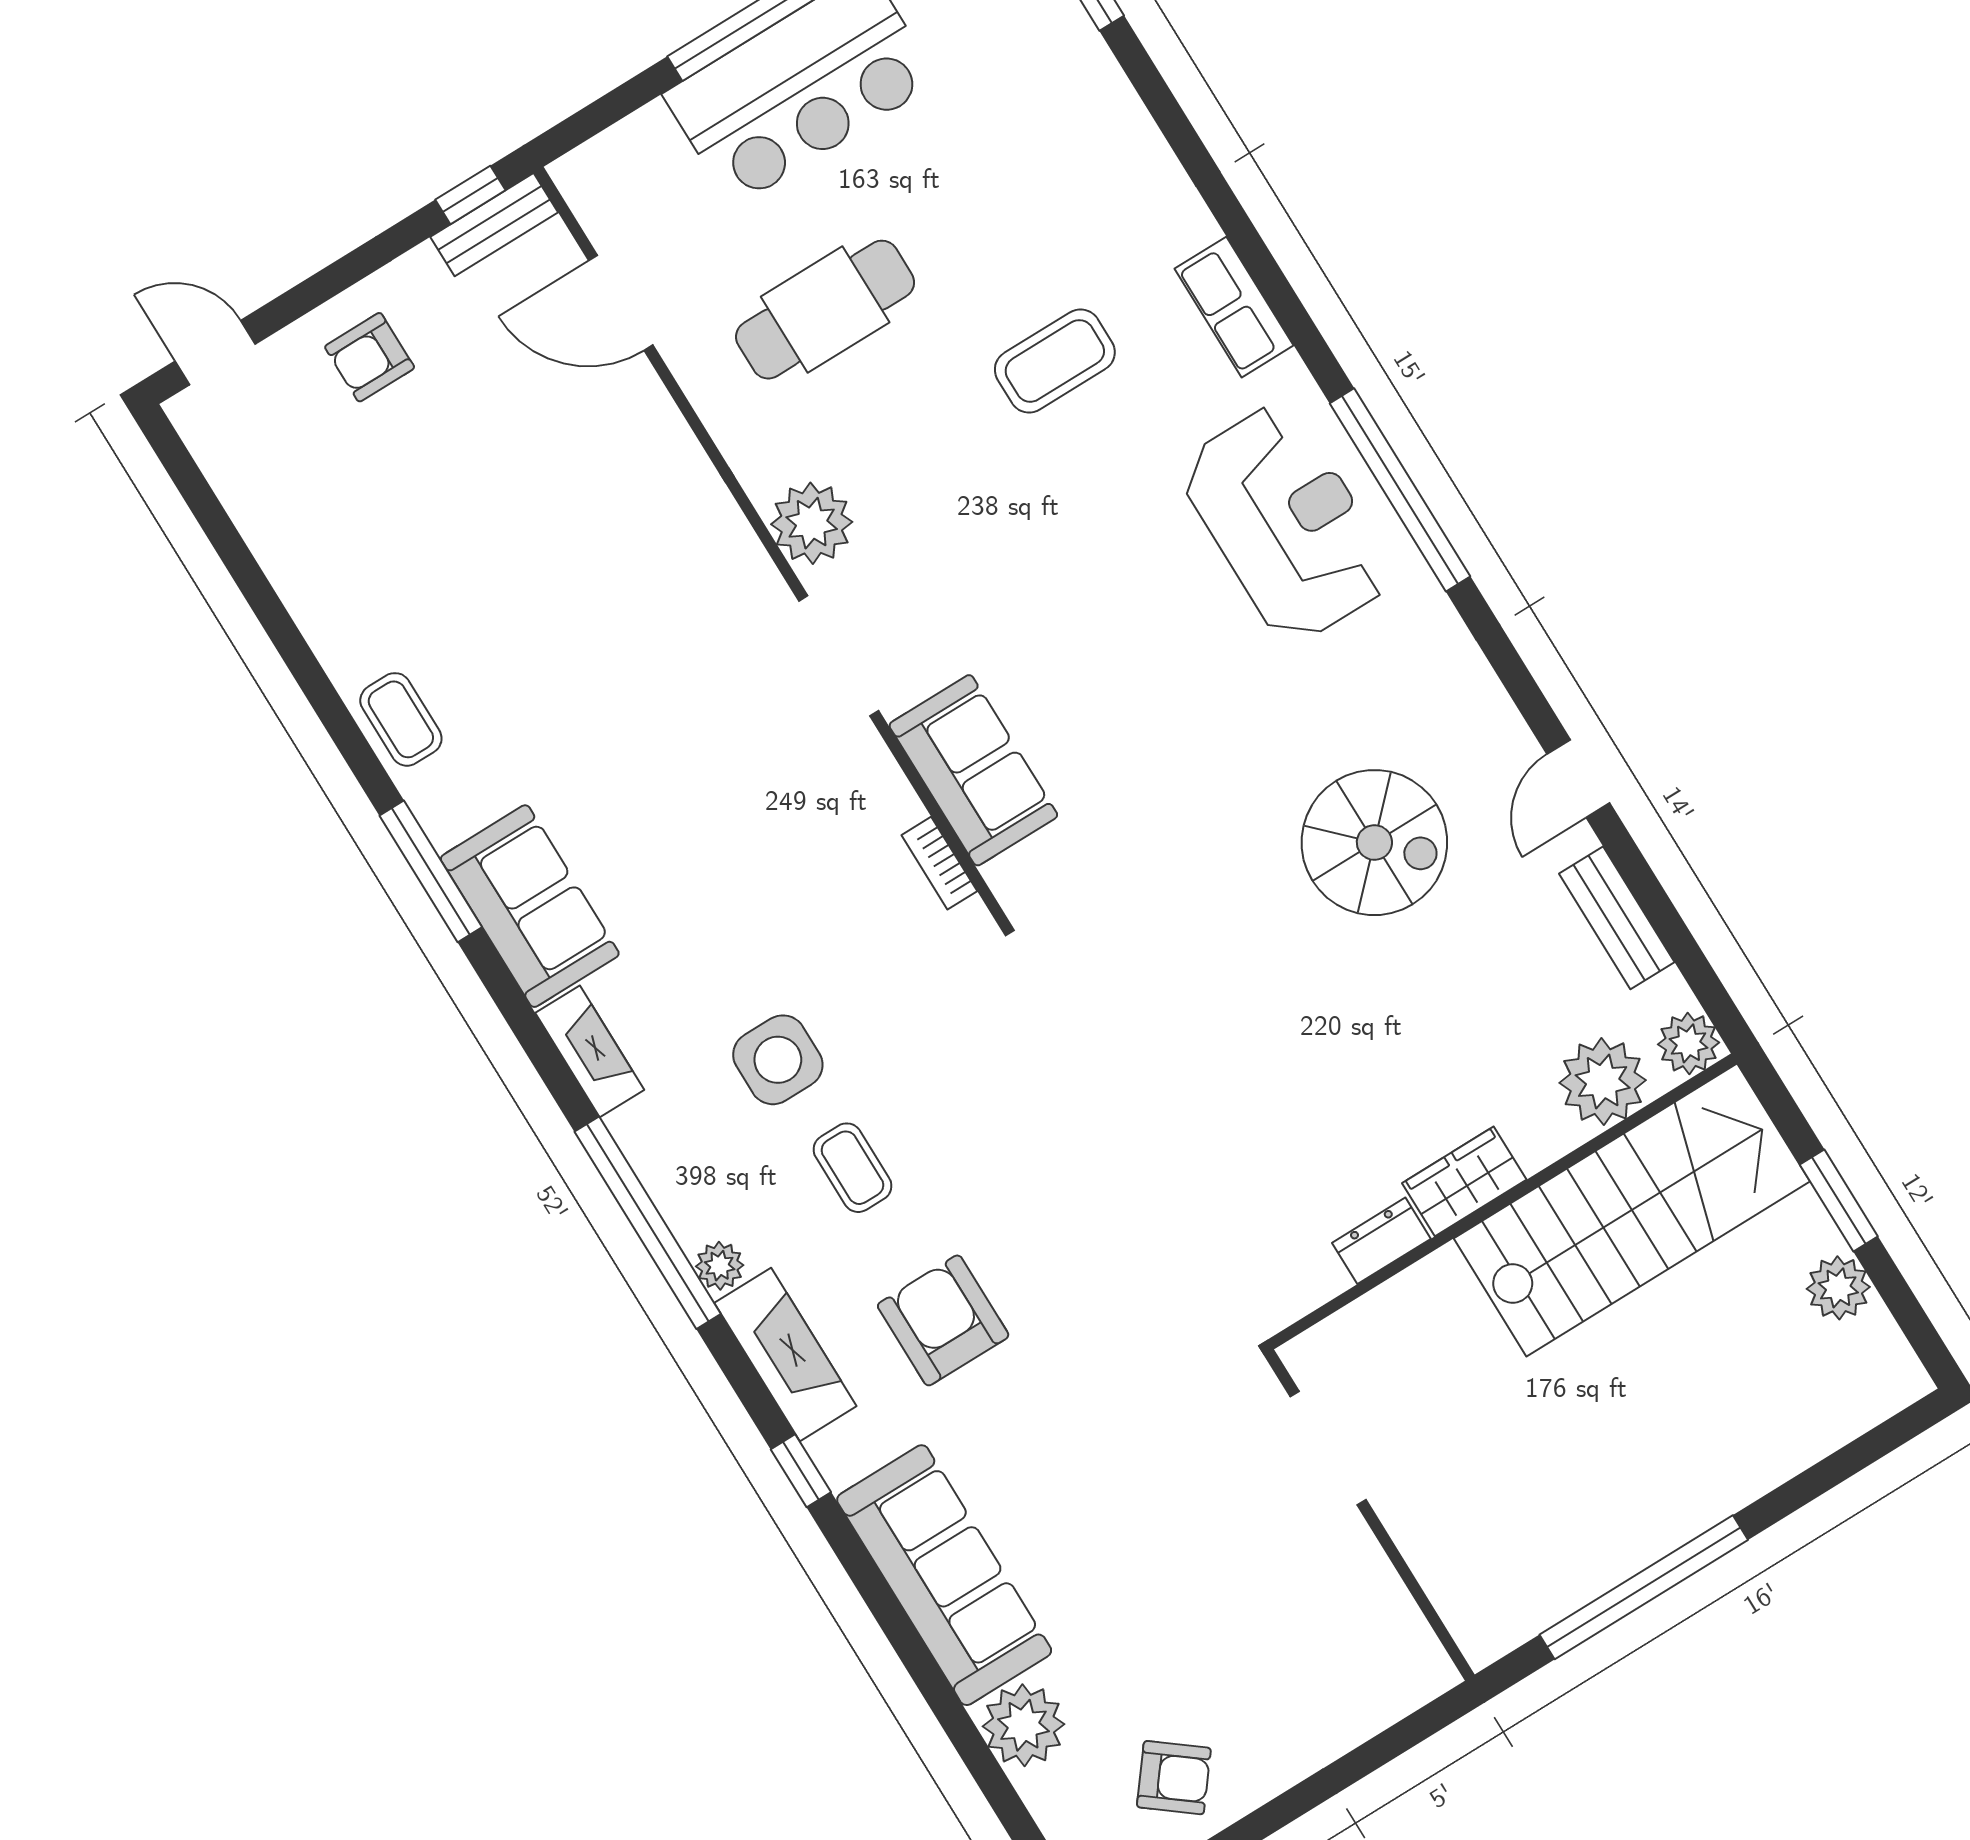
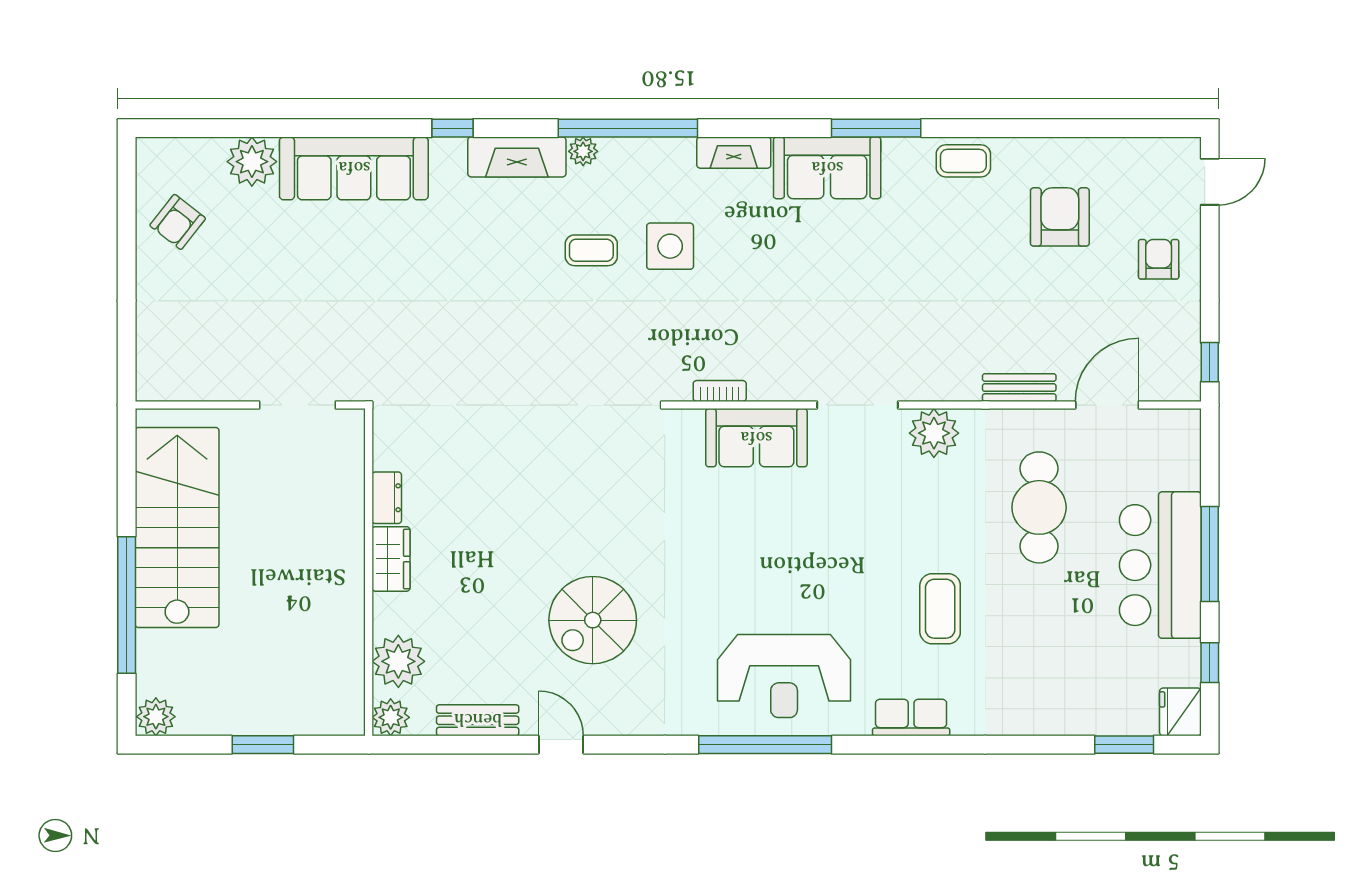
bench: (494, 225) -> (1019, 388), moved, turned 90
stairs: (1632, 1210) -> (177, 527), moved, turned 180
plant: (1838, 1288) -> (156, 717), moved
armchair: (943, 1320) -> (1060, 217), moved, turned -90
window: (1644, 1587) -> (127, 605), moved

